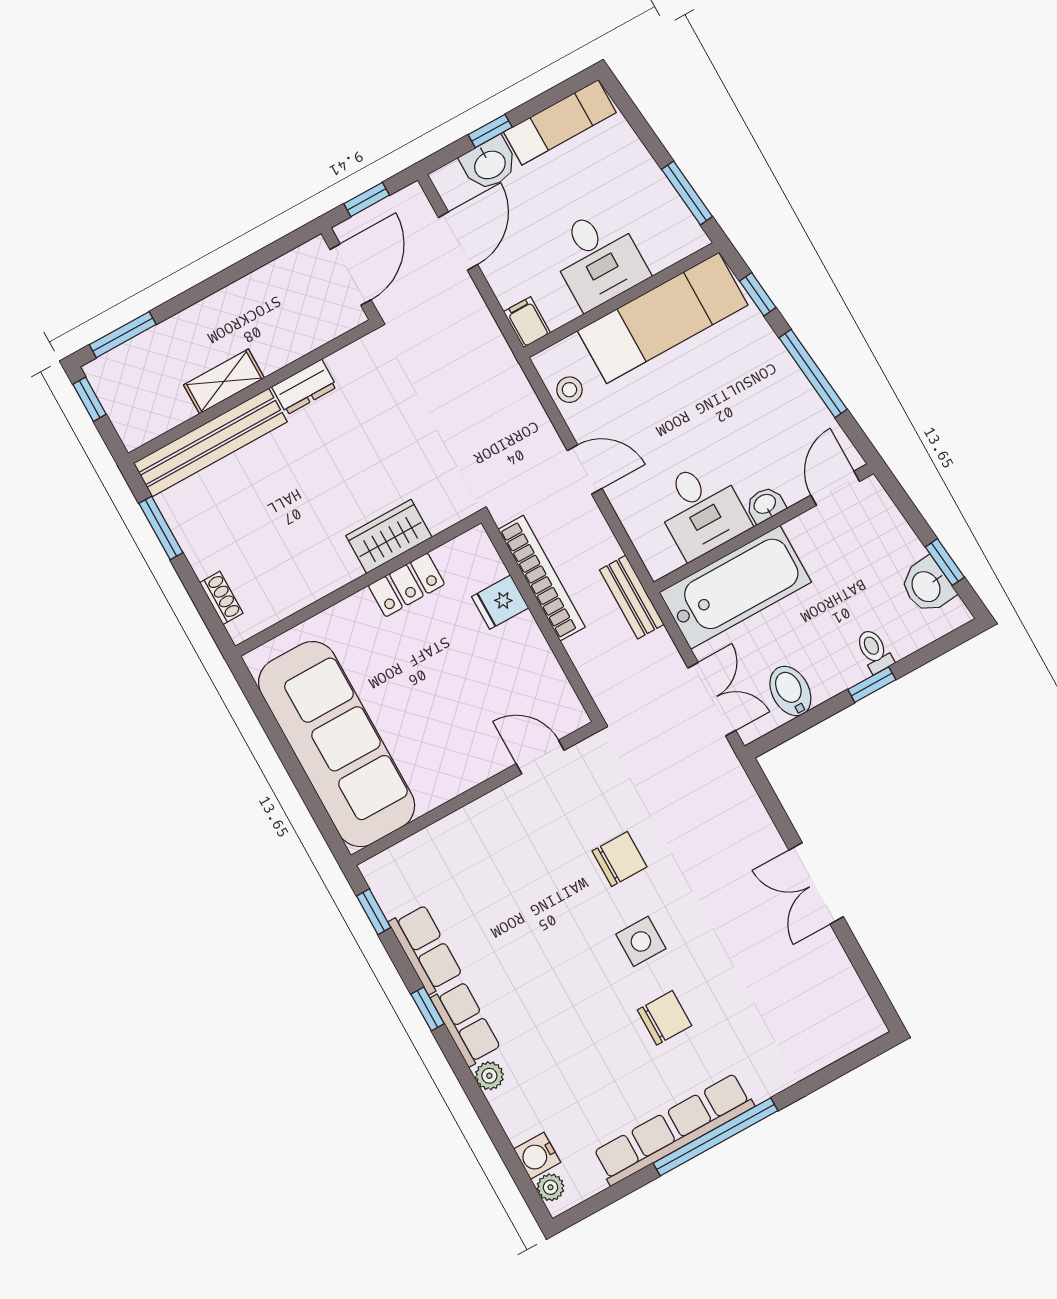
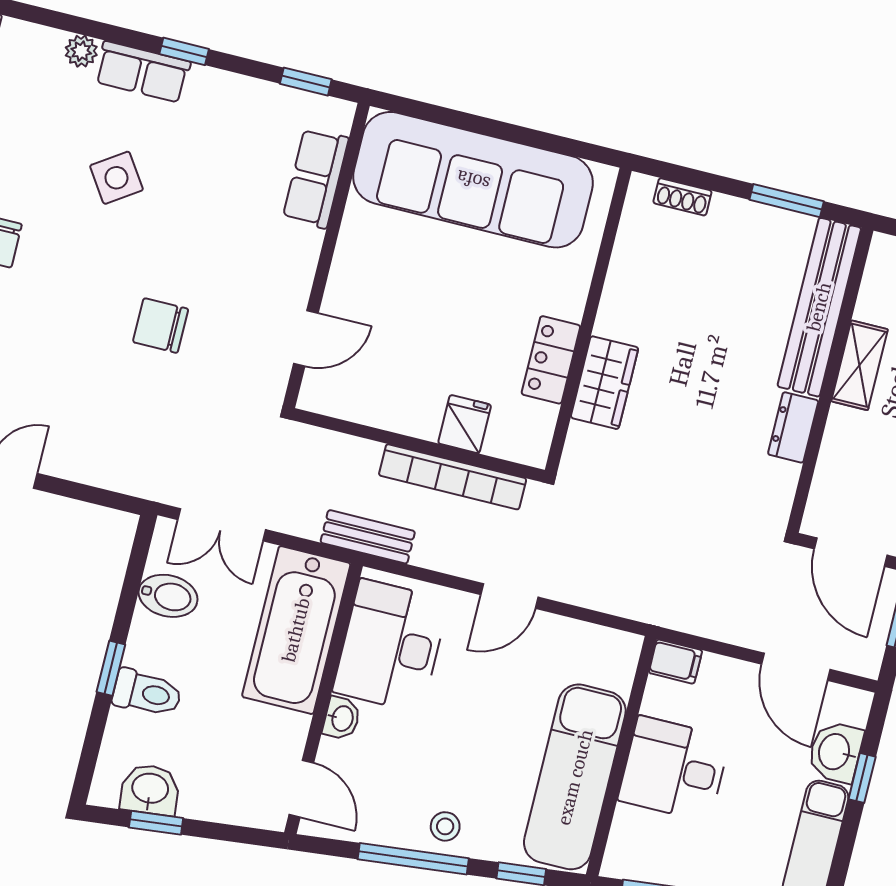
stool: (569, 390) -> (445, 826), moved
desk: (701, 509) -> (391, 646), width x1.37
toilet: (874, 651) -> (147, 693), width x1.37, depth x1.39
chair: (620, 859) -> (161, 325), turned 90
side table: (641, 941) -> (116, 178), moved, turned -34
row of seats: (426, 949) -> (316, 178), moved, turned 90

